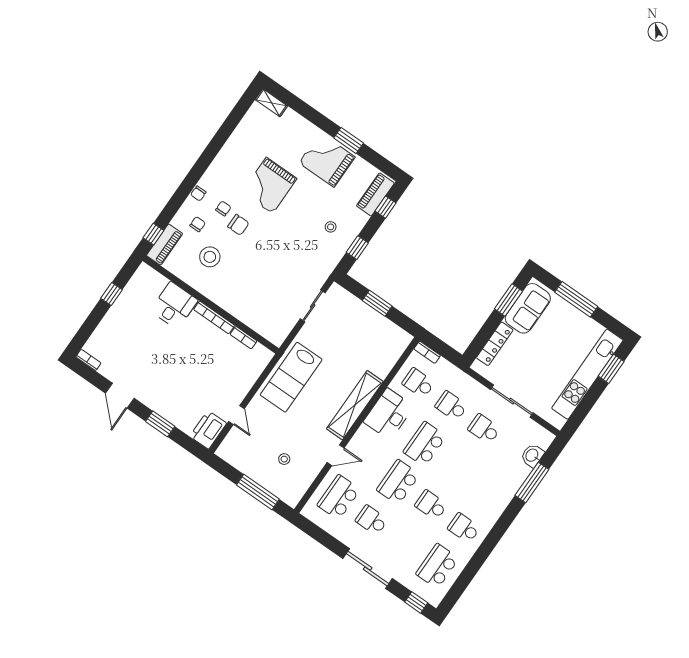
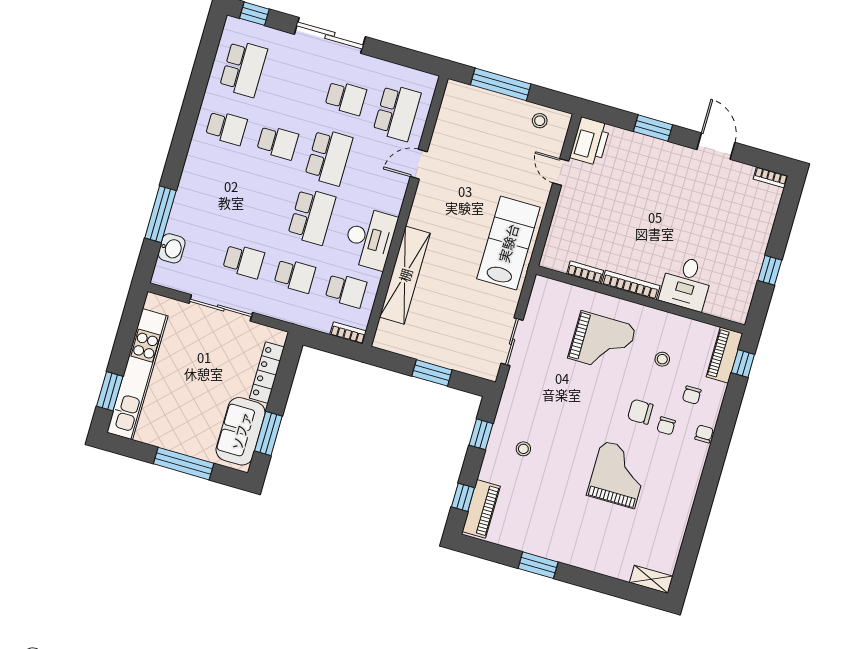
grand piano: (327, 160) -> (602, 342), moved
stool: (210, 257) -> (662, 359), width x0.53, depth x0.53
shelving: (355, 405) -> (405, 275), moved
stool: (284, 459) -> (540, 121), moved

